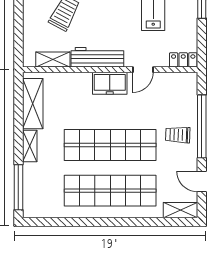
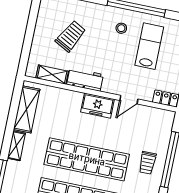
workbench: (97, 57) -> (85, 79), width x0.73
trolley: (178, 135) -> (147, 163), turned -92

